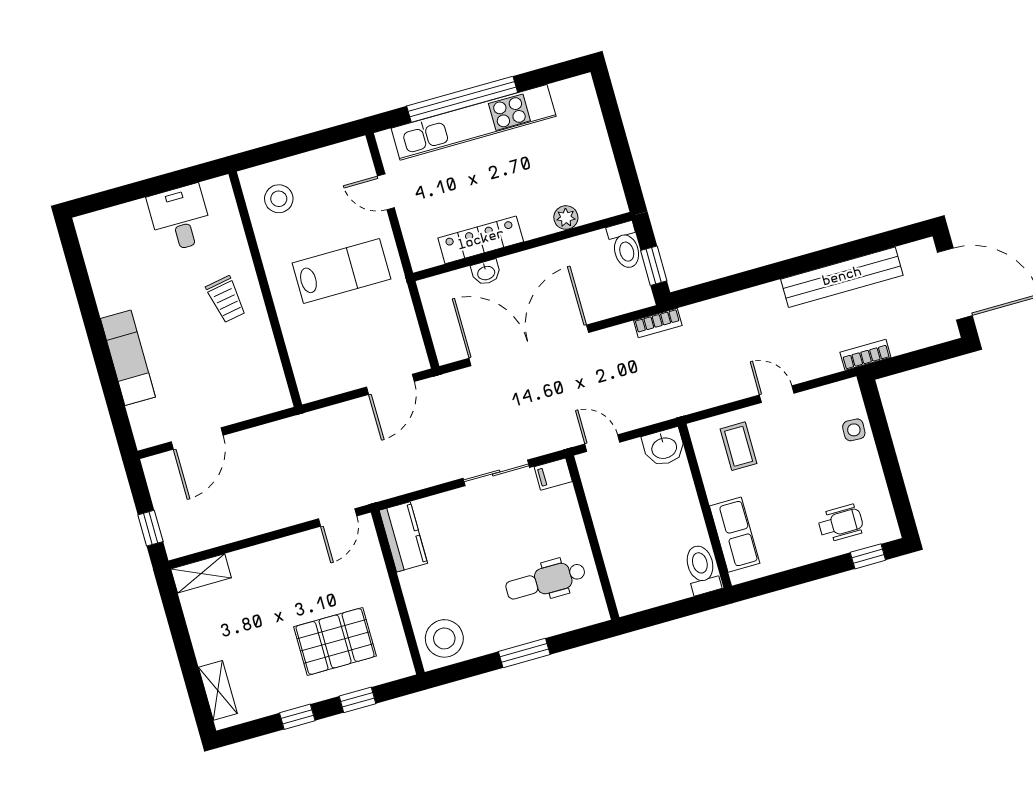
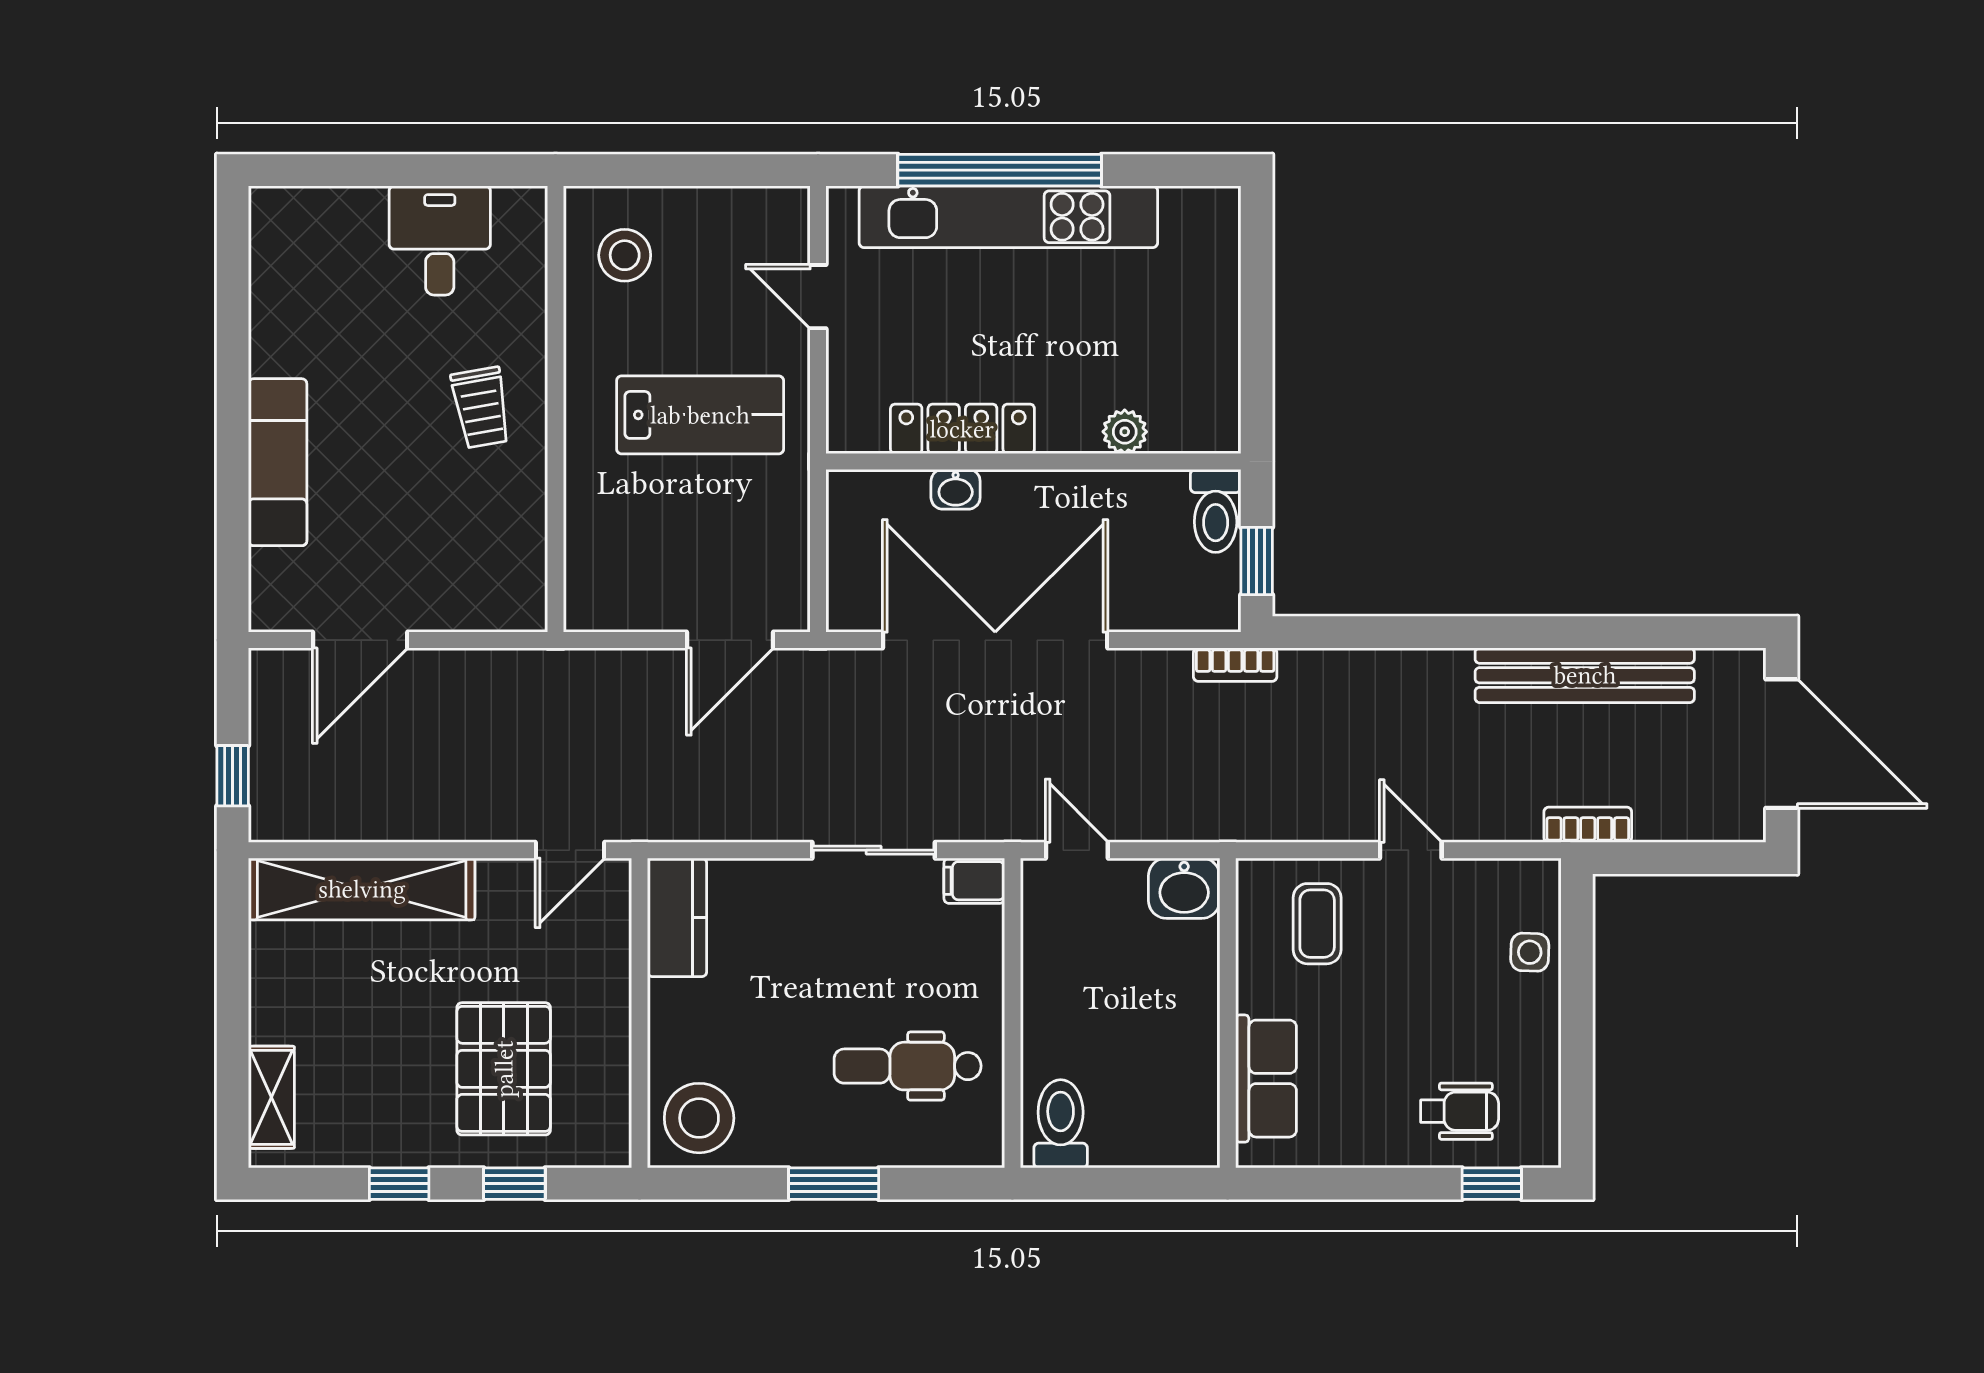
toilet: (702, 569) -> (1061, 1124), moved
shelving: (201, 573) -> (362, 889), width x2.20, depth x1.33
pallet: (335, 641) -> (504, 1069), turned 90

